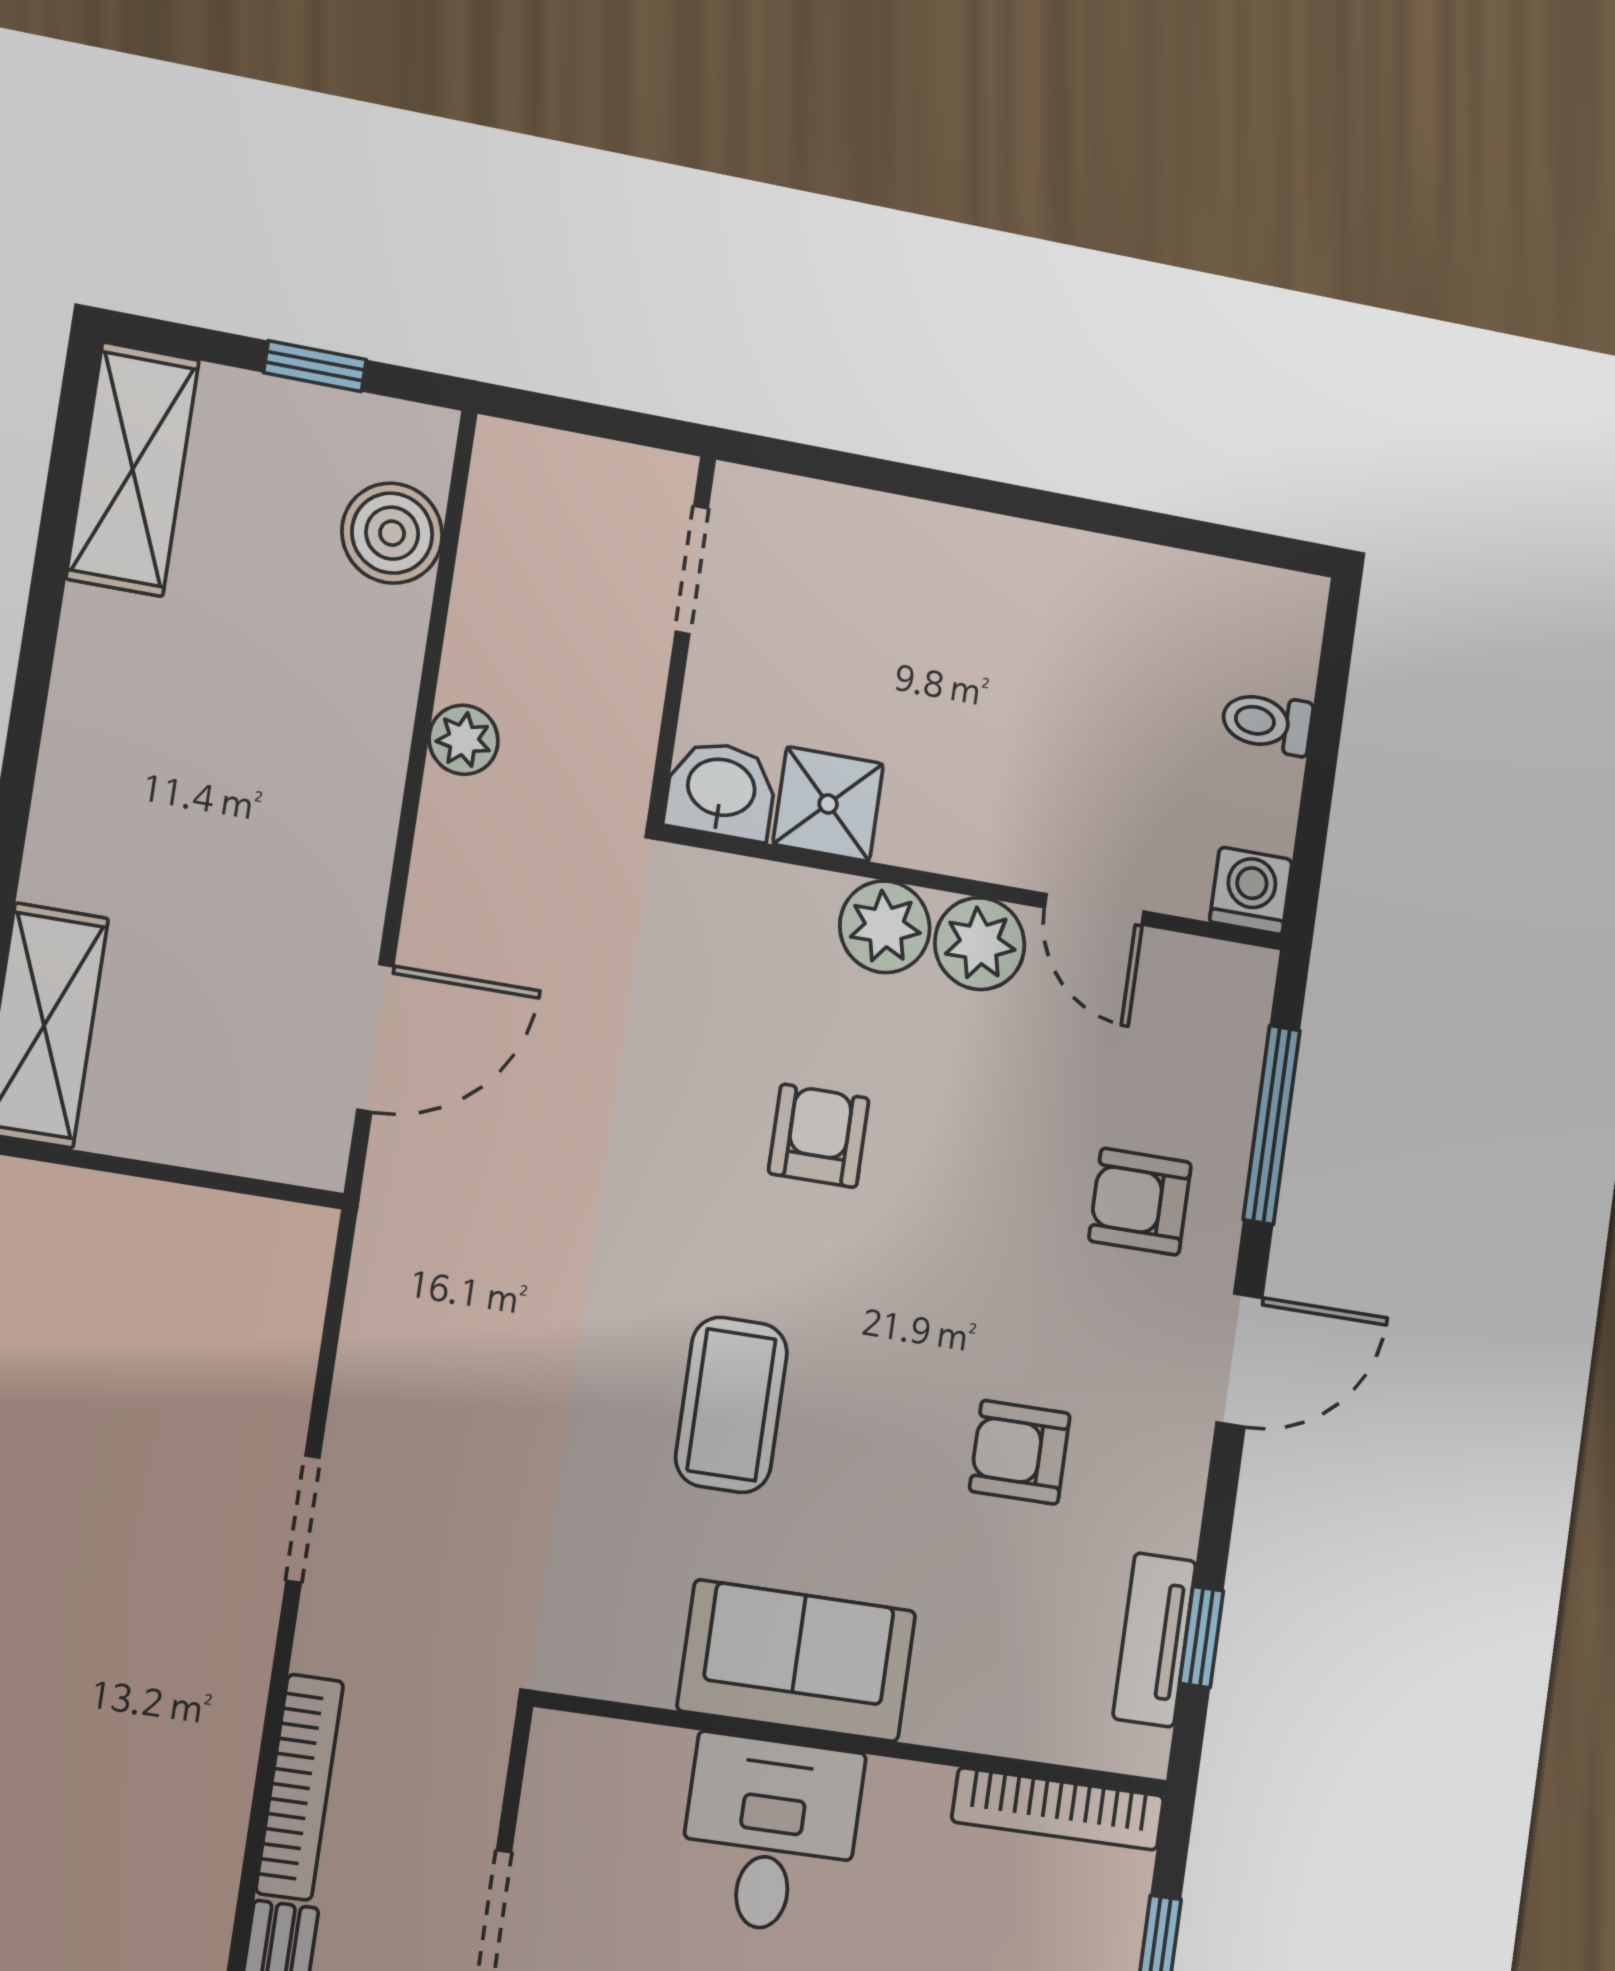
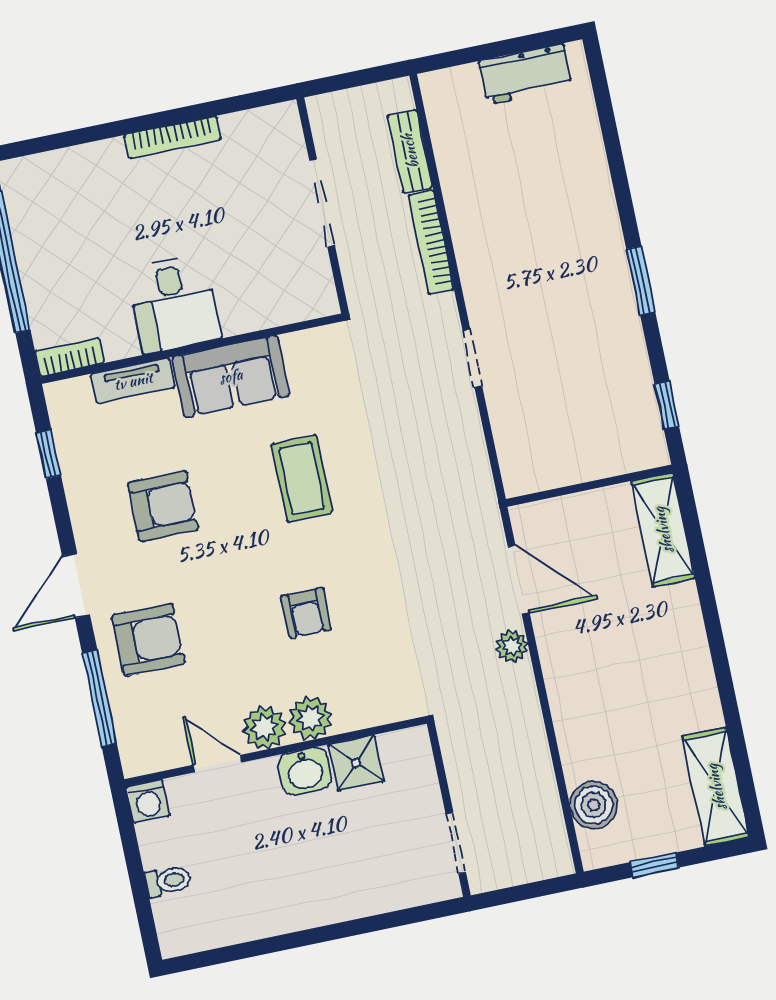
plant: (464, 740) -> (512, 646), moved
washbasin: (721, 790) -> (305, 771), moved
door: (375, 1038) -> (519, 580), swing flipped
armchair: (1140, 1202) -> (148, 640), width x1.38, depth x1.38
armchair: (1020, 1452) -> (163, 506), width x1.38, depth x1.38
tv unit: (1154, 1640) -> (133, 381), moved, turned 90
bookcase: (1058, 1809) -> (69, 357), width x0.64
desk: (770, 1835) -> (174, 304), moved

